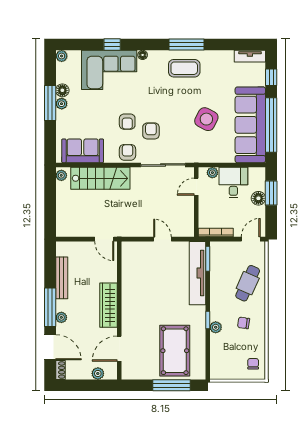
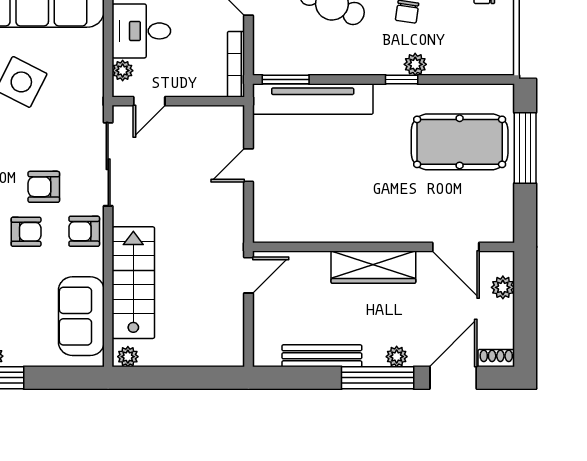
door: (196, 187) -> (149, 101), hinge flipped

